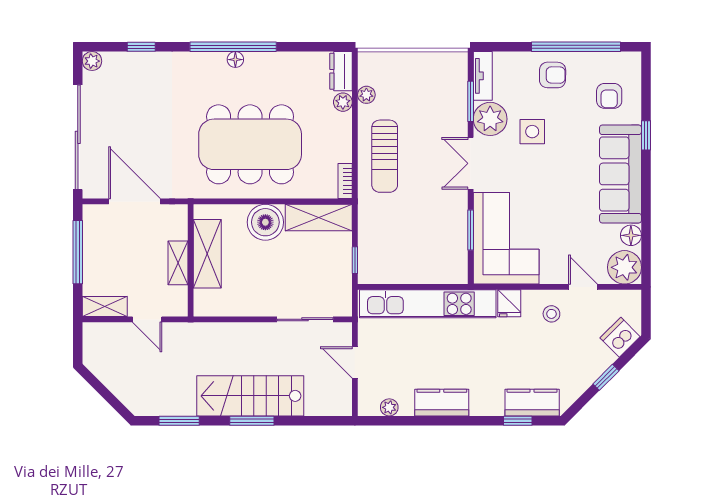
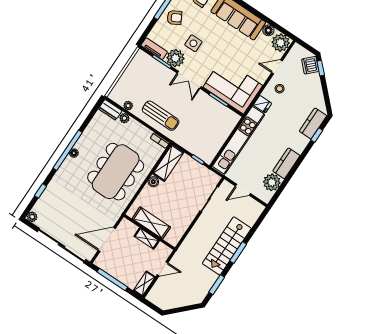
armchair: (553, 75) -> (174, 18), turned 60
boiler: (265, 222) -> (153, 182), width x0.54, depth x0.54
window: (606, 377) -> (321, 68), moved
plant: (389, 407) -> (272, 182), width x1.87, depth x1.87

